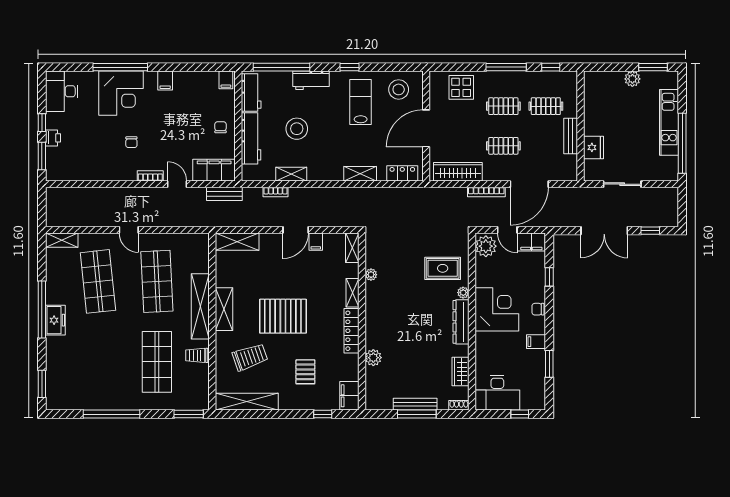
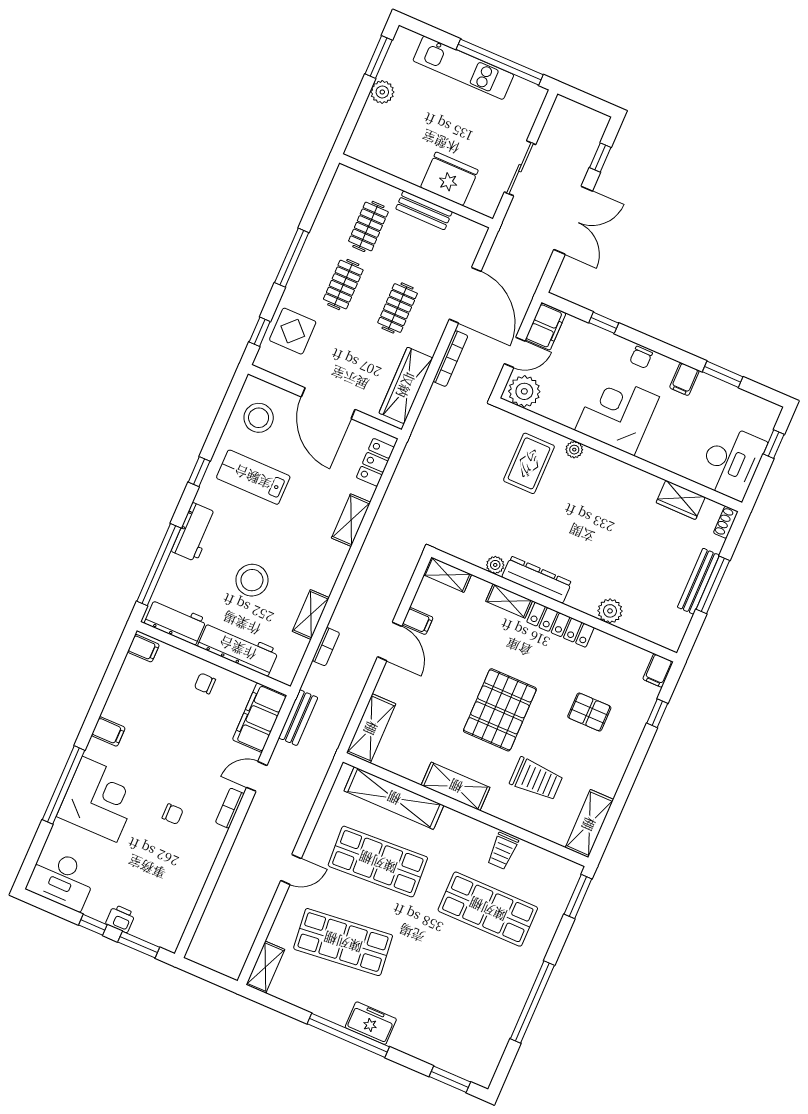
window: (551, 67) -> (260, 332), moved
fridge: (593, 147) -> (449, 179), width x1.36, depth x1.34
shelving: (200, 306) -> (394, 798), moved
dresser: (461, 322) -> (537, 580), moved, turned 180
trolley: (250, 357) -> (536, 779), turned 109
filing cabinet: (349, 396) -> (658, 670), width x0.50
shelving: (247, 402) -> (589, 824), width x0.68

